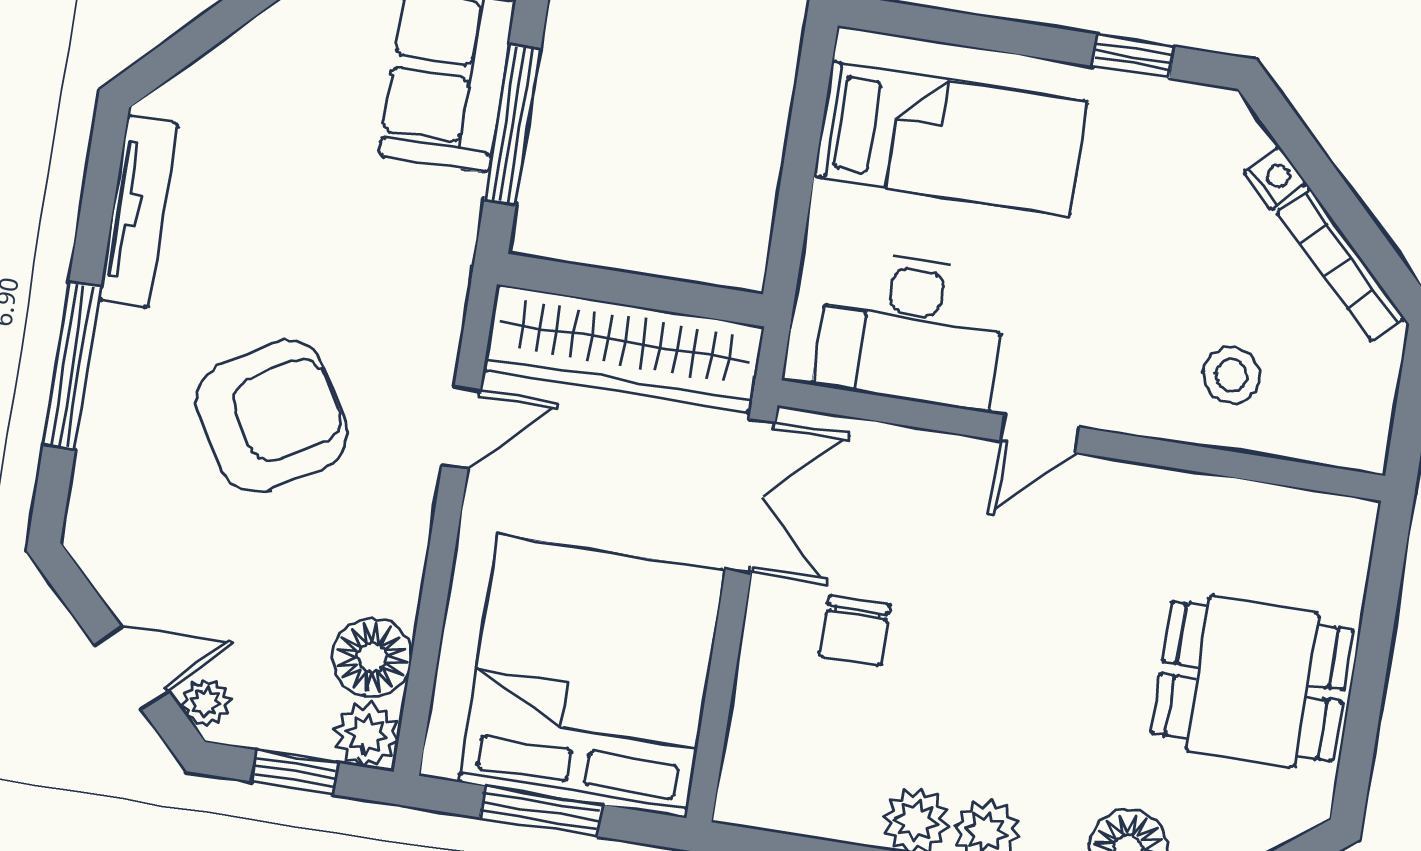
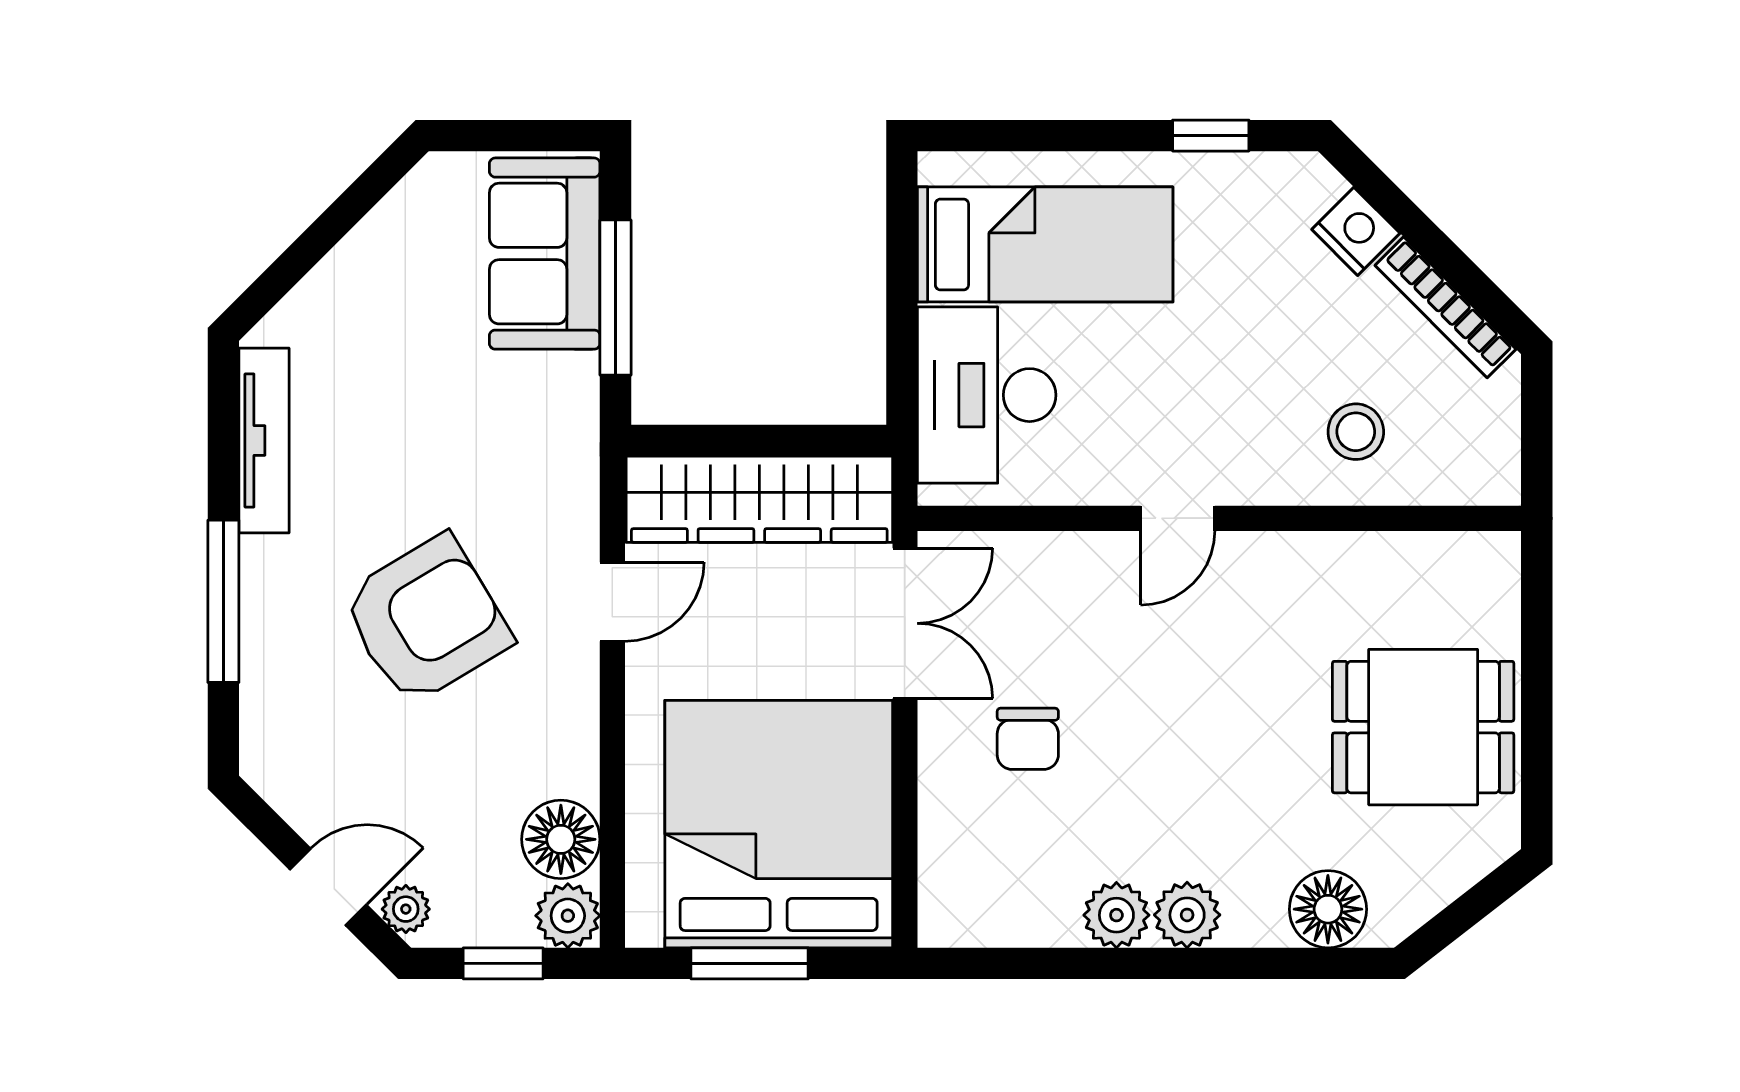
nightstand: (1275, 178) -> (1356, 231), width x1.39, depth x1.35
desk: (911, 330) -> (987, 395), moved, turned 90

